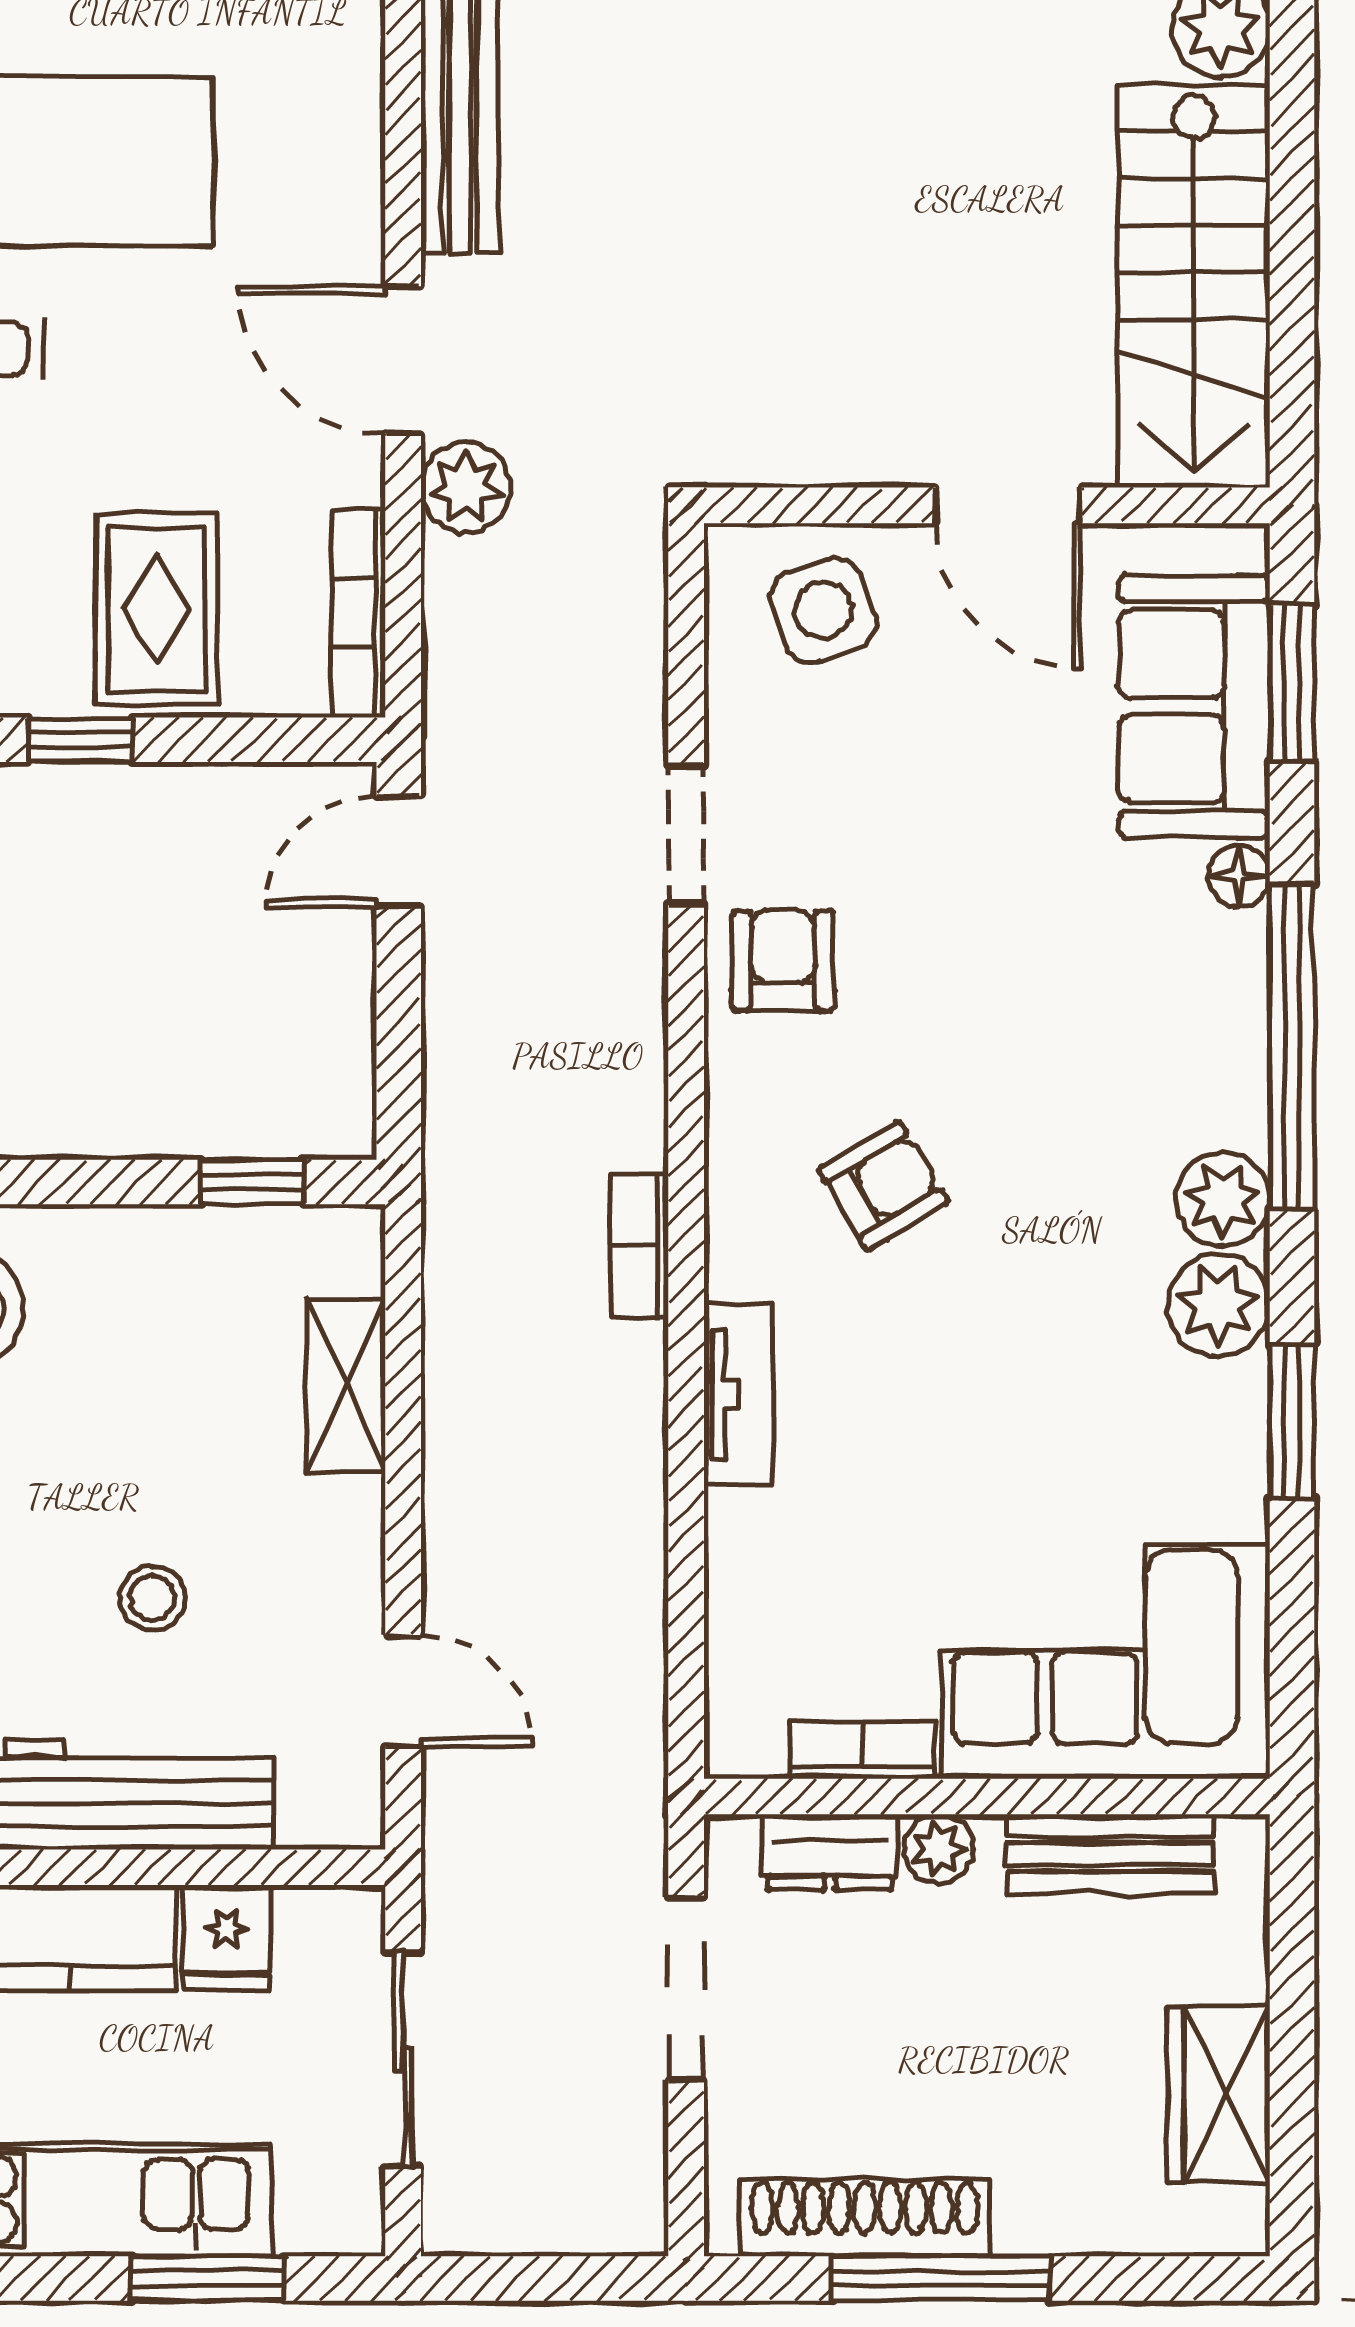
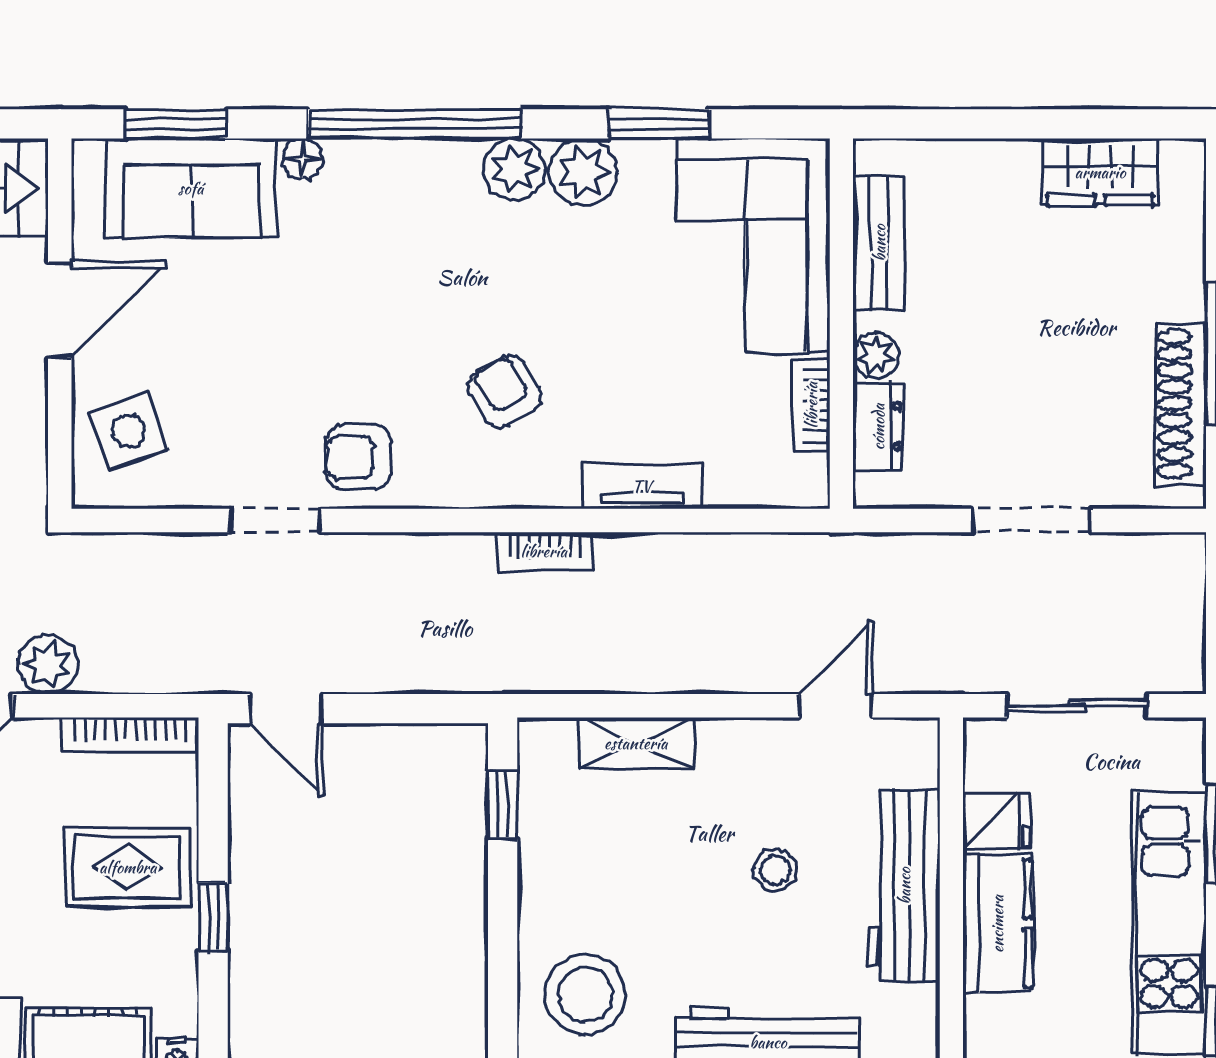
corner sofa: (1106, 1662) -> (753, 246), moved
bookcase: (862, 1750) -> (811, 405), moved
wall: (987, 1797) -> (841, 324), moved
plant: (939, 1849) -> (876, 355), moved
dresser: (830, 1852) -> (878, 427), moved
bench: (1110, 1854) -> (879, 243), moved

